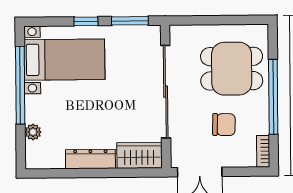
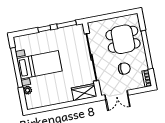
bed with nightstands: (64, 60) -> (40, 65), moved
dresser: (90, 159) -> (59, 99), removed

